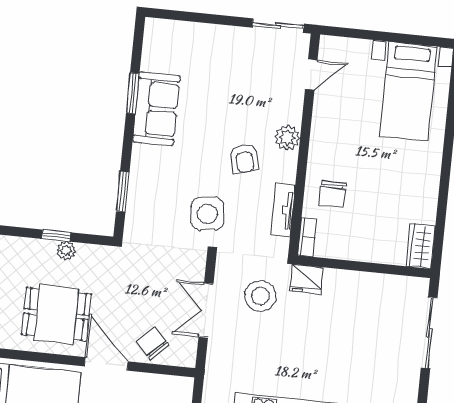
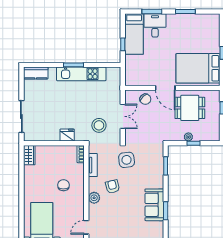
chair: (332, 194) -> (63, 185), moved
fridge: (306, 279) -> (67, 135), moved

